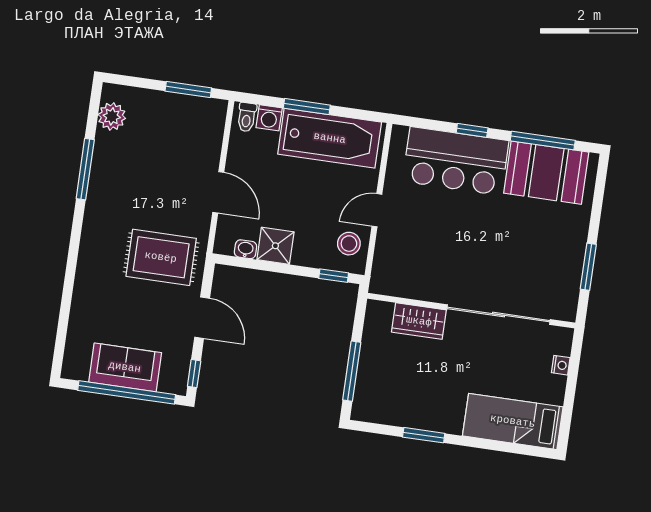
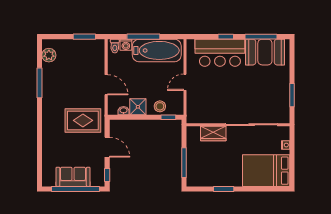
window: (307, 107) -> (143, 37), width x1.44
stool: (349, 244) -> (160, 106), moved
bed: (513, 421) -> (266, 171), width x1.50

